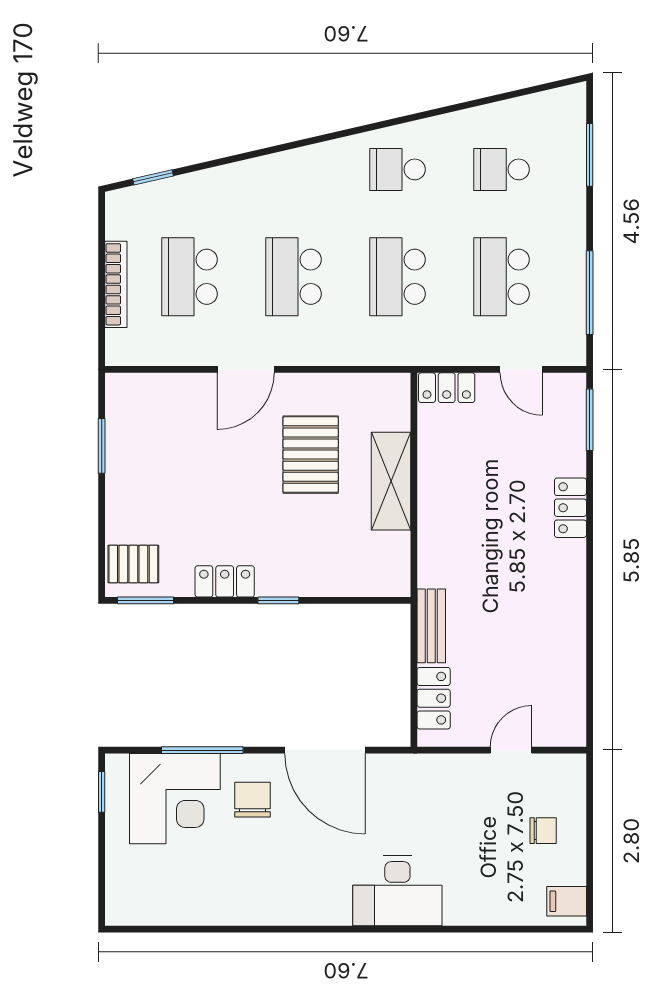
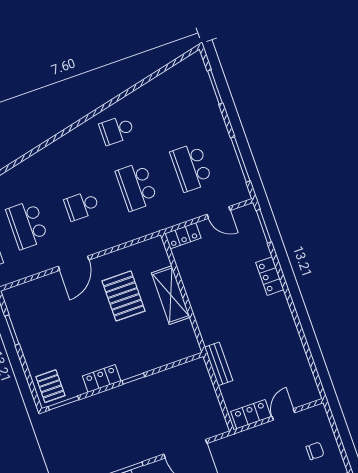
school desk: (502, 169) -> (171, 111), removed
school desk: (294, 277) -> (82, 206), width x0.54
pallet: (133, 564) -> (50, 386), turned 90
locker: (434, 698) -> (251, 414), moved, turned -90

